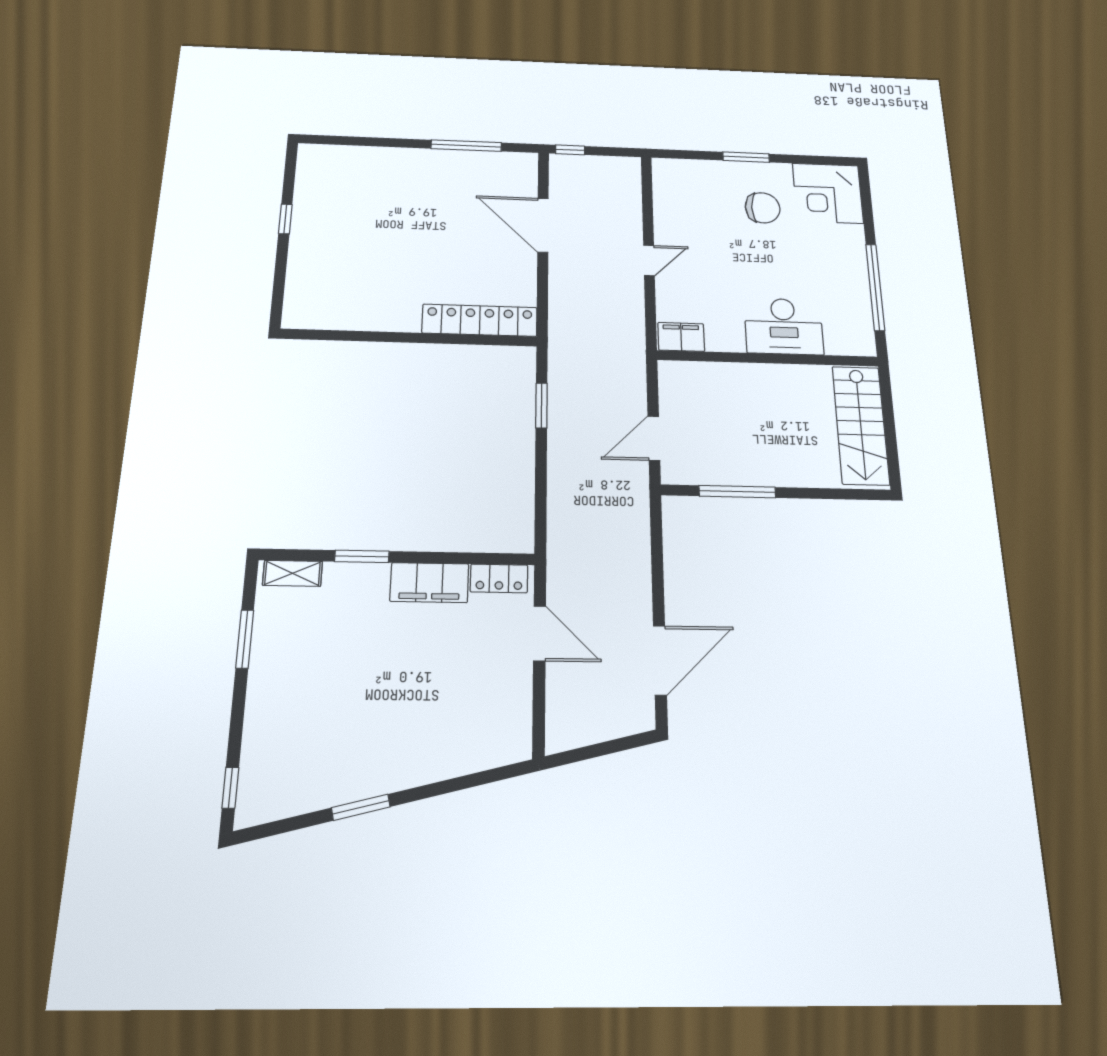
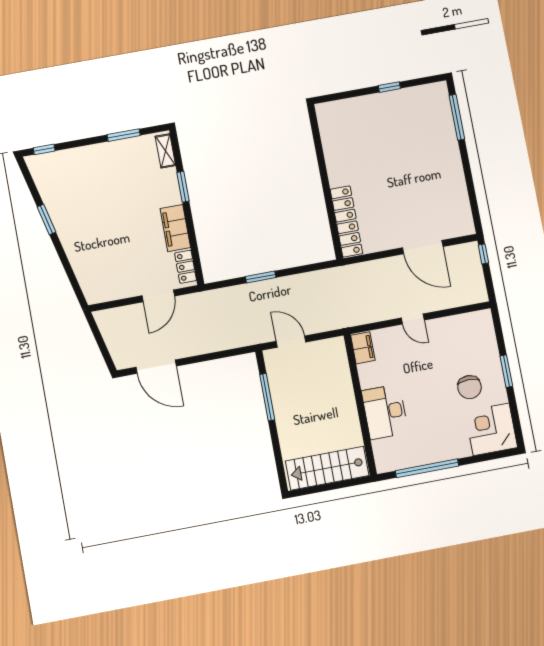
window: (466, 146) -> (457, 117), moved
door: (543, 225) -> (423, 247), swing flipped
window: (541, 406) -> (261, 277), moved

